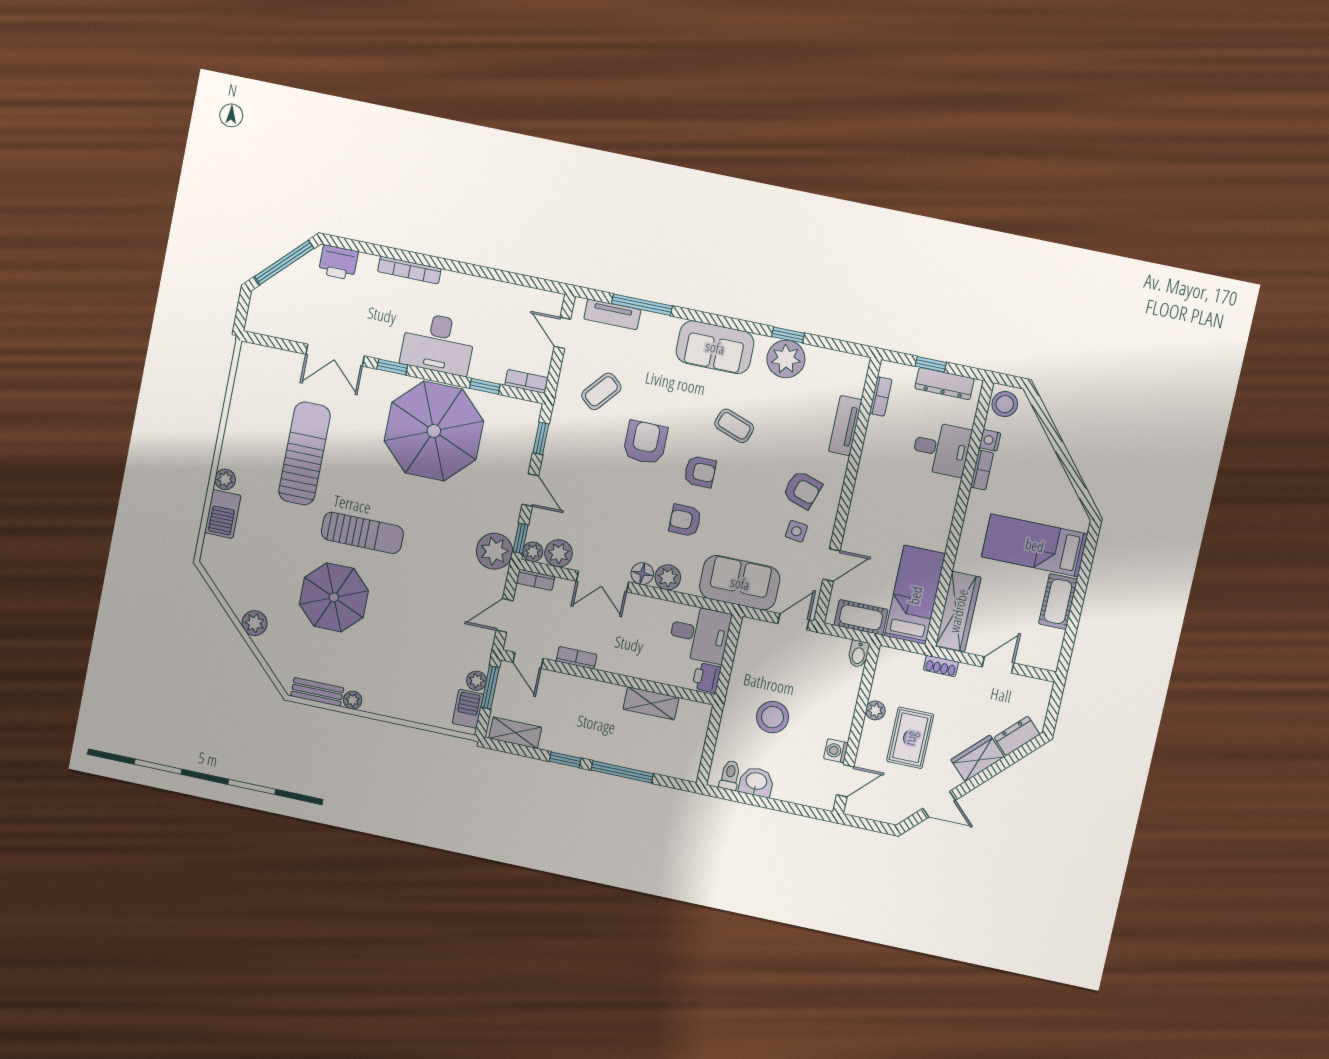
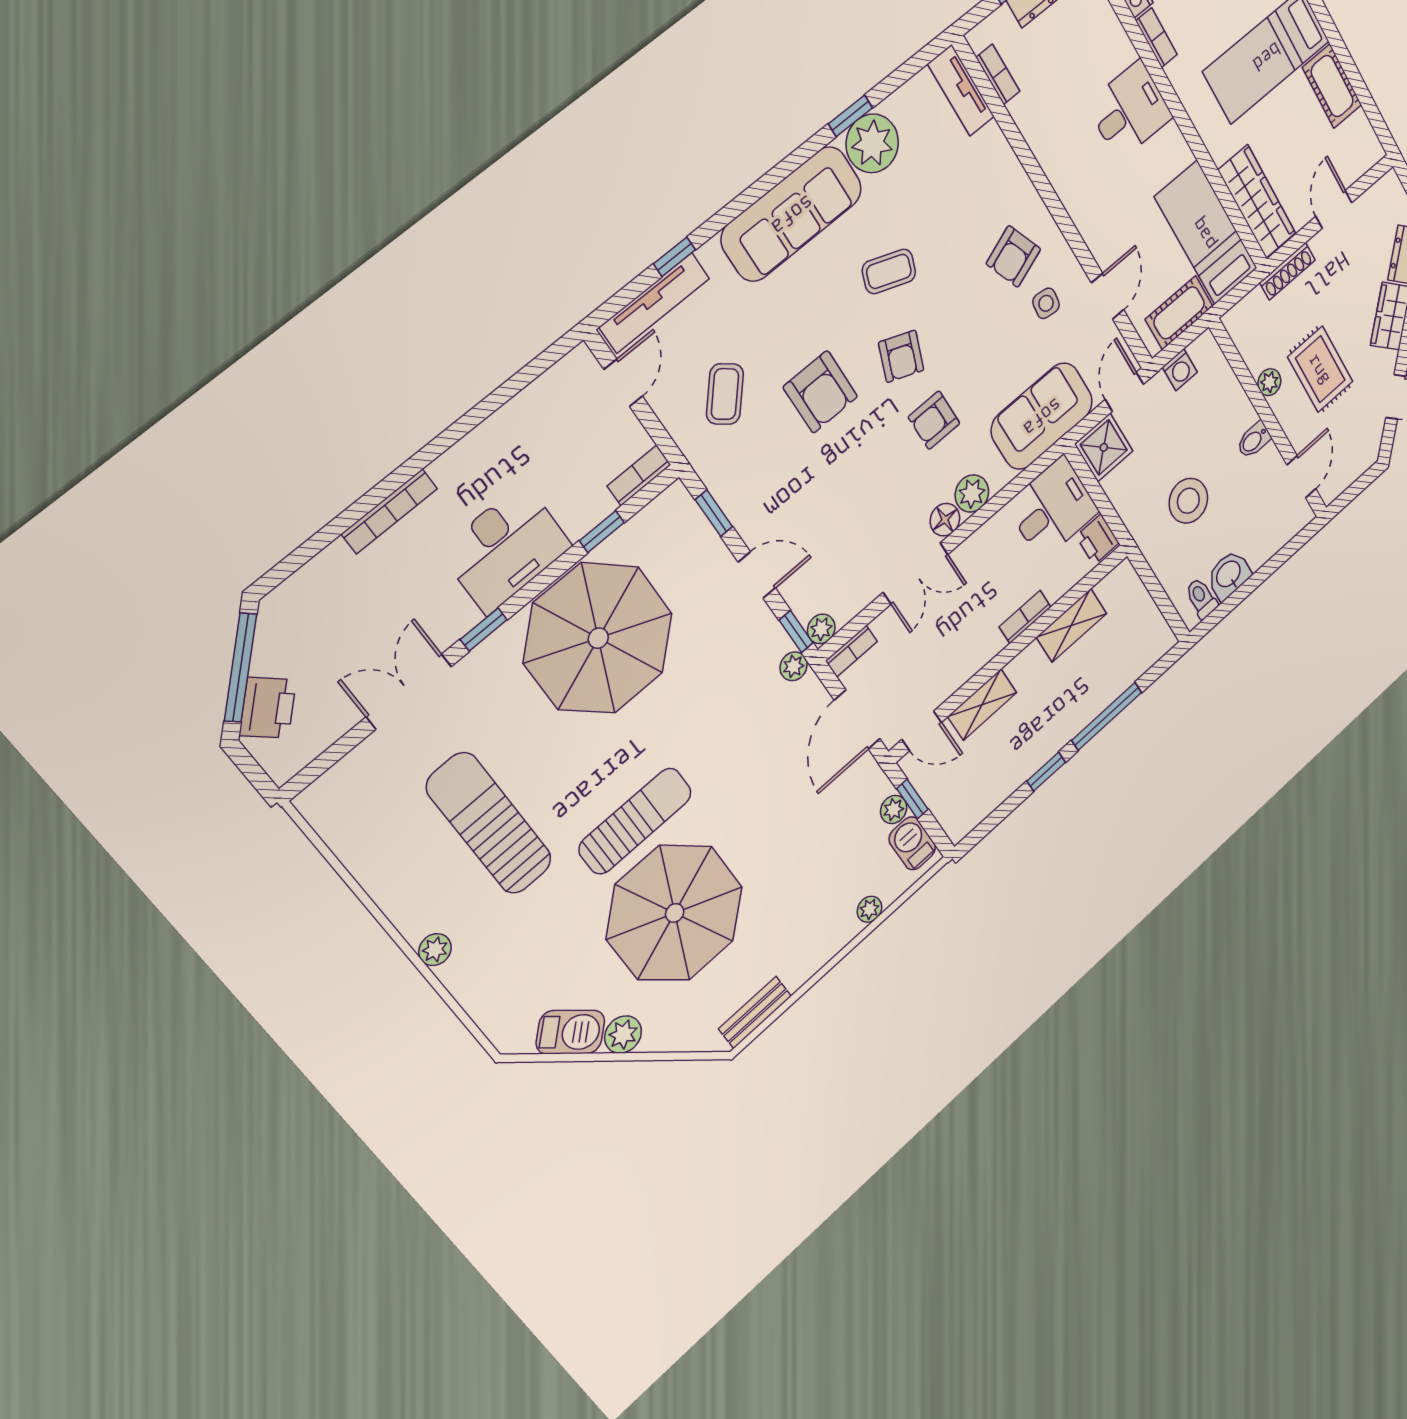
printer: (338, 262) -> (268, 708), moved, turned -45
window: (642, 305) -> (674, 257), width x0.46
tv unit: (612, 314) -> (654, 303), width x1.41
door: (562, 333) -> (623, 383), swing flipped
sofa: (715, 347) -> (792, 214), width x1.36
double door: (335, 355) -> (409, 692), swing flipped
tv unit: (845, 426) -> (961, 90), moved
armchair: (645, 442) -> (820, 392), turned 180
desk: (941, 449) -> (1130, 110), moved
armchair: (700, 472) -> (901, 356), turned 111
armchair: (802, 490) -> (1013, 256), turned 141
barbecue: (223, 514) -> (570, 1032), moved, turned -45
plant: (494, 551) -> (794, 666), width x0.53, depth x0.53
plant: (559, 553) -> (847, 600), removed
parasol: (334, 597) -> (675, 913), width x1.36, depth x1.36
door: (505, 615) -> (857, 720), width x1.38
shower: (755, 636) -> (1104, 447), added
bidet: (859, 654) -> (1254, 440), moved, turned 90
bookcase: (577, 658) -> (1025, 617), moved
shoe rack: (941, 666) -> (1287, 271), width x1.43
window: (490, 687) -> (912, 799), width x0.67
plant: (353, 700) -> (869, 909), moved
shelving: (515, 733) -> (982, 705), moved
washing machine: (836, 751) -> (1180, 370), moved, turned -90

